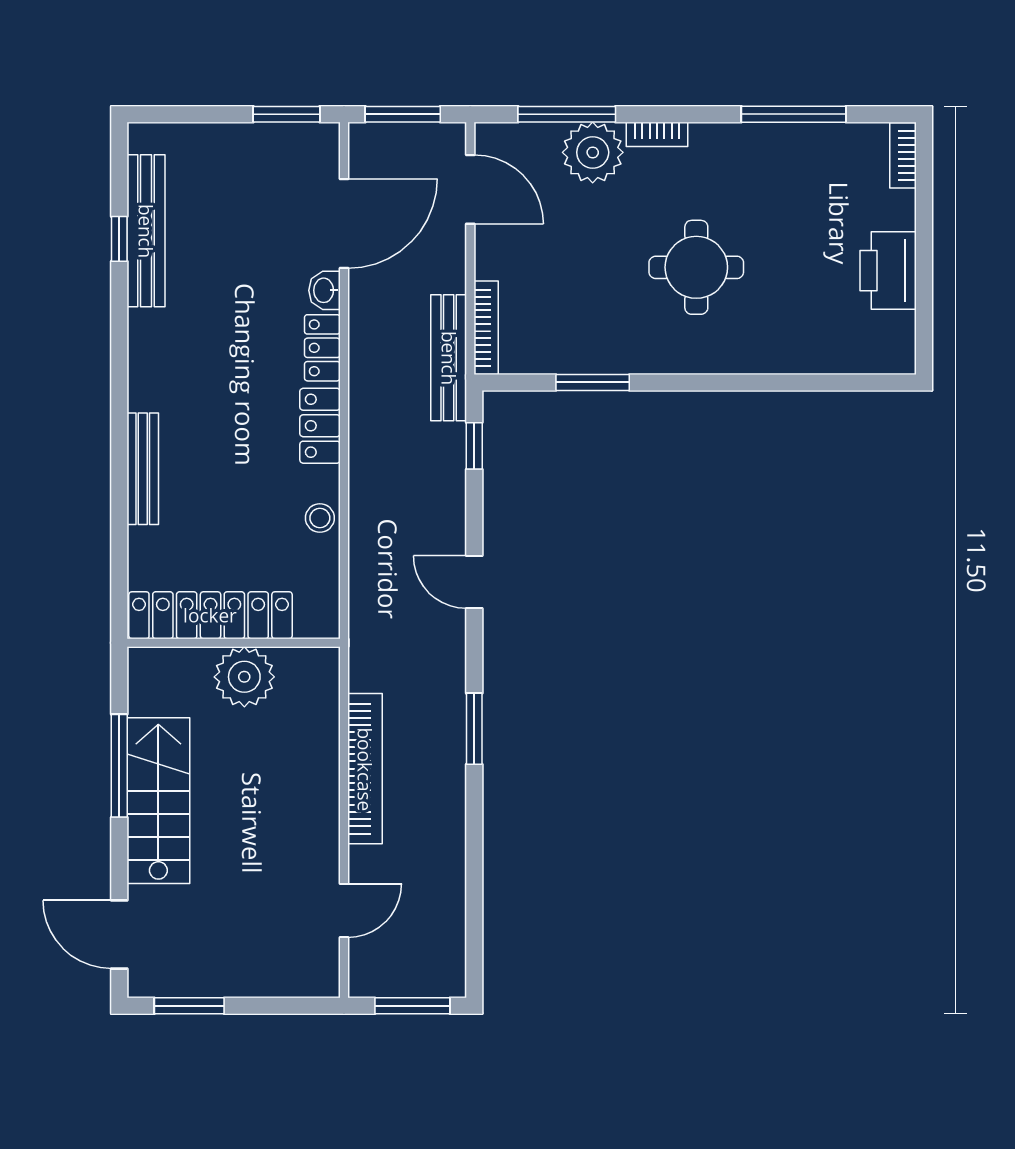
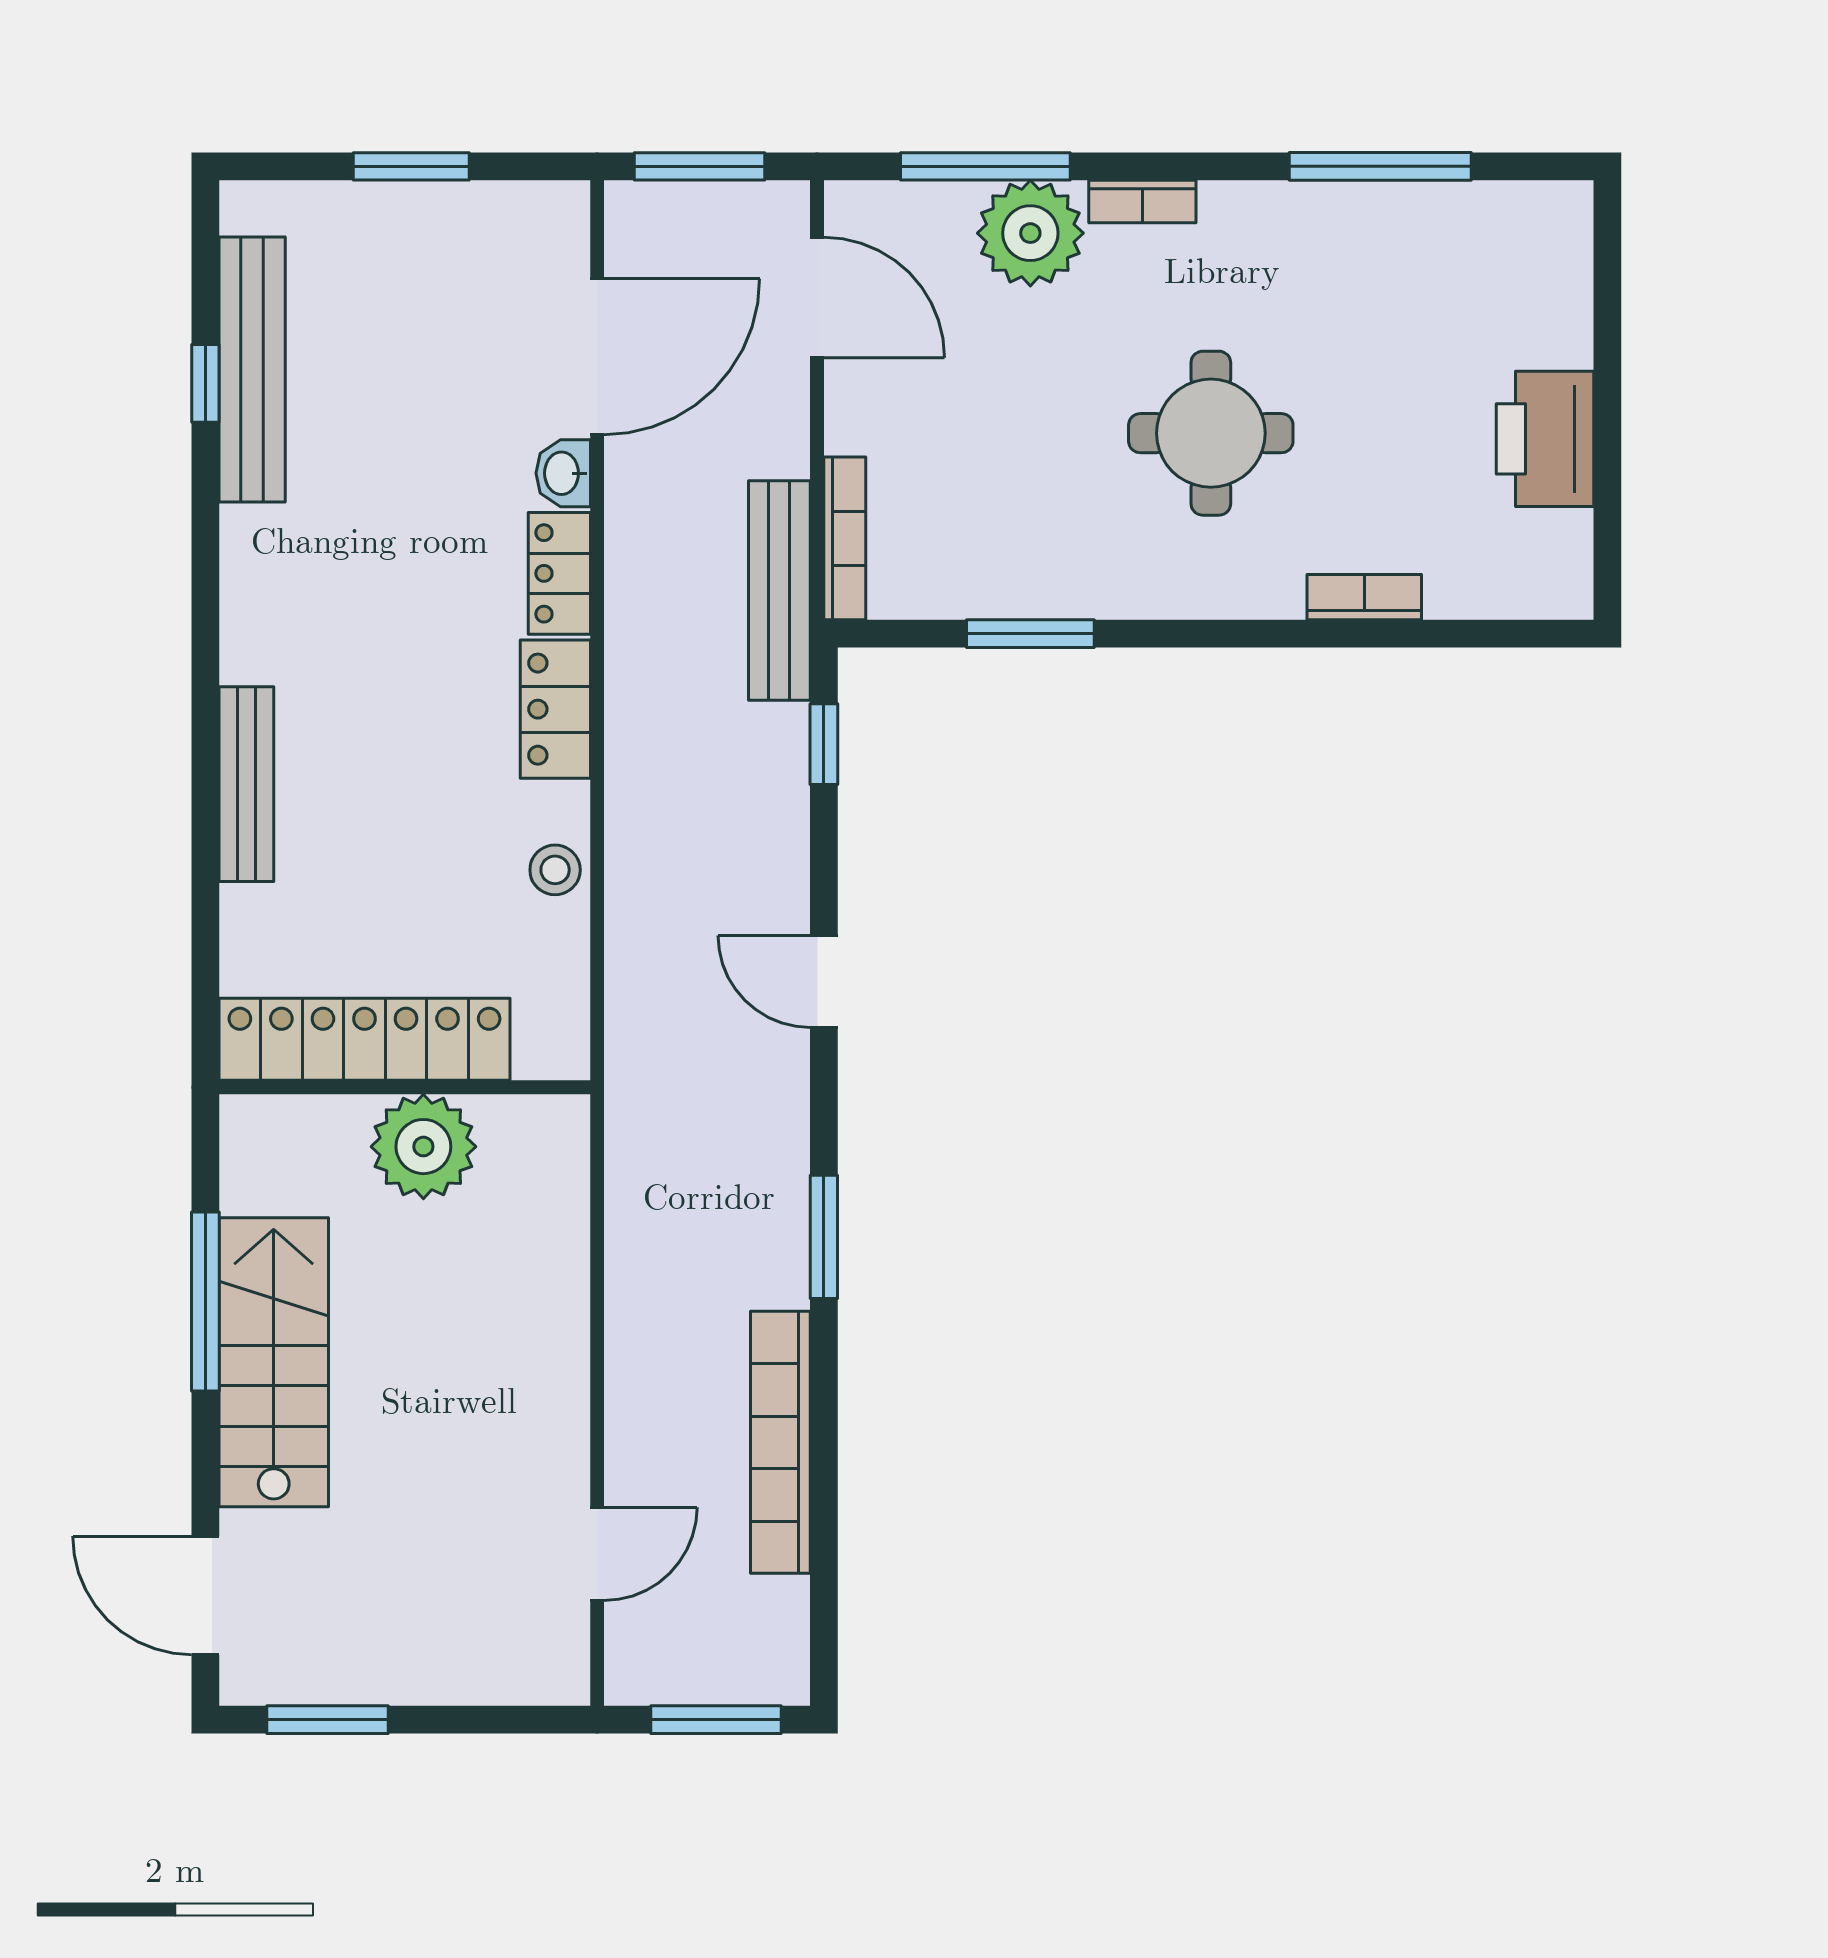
window: (286, 114) -> (411, 166), moved
bookcase: (903, 155) -> (1364, 597), moved, turned 90
bookcase: (365, 769) -> (780, 1442), moved, turned 180

